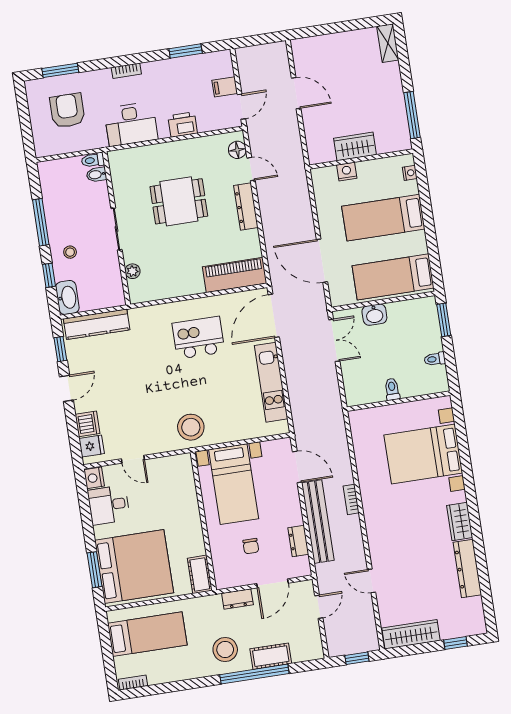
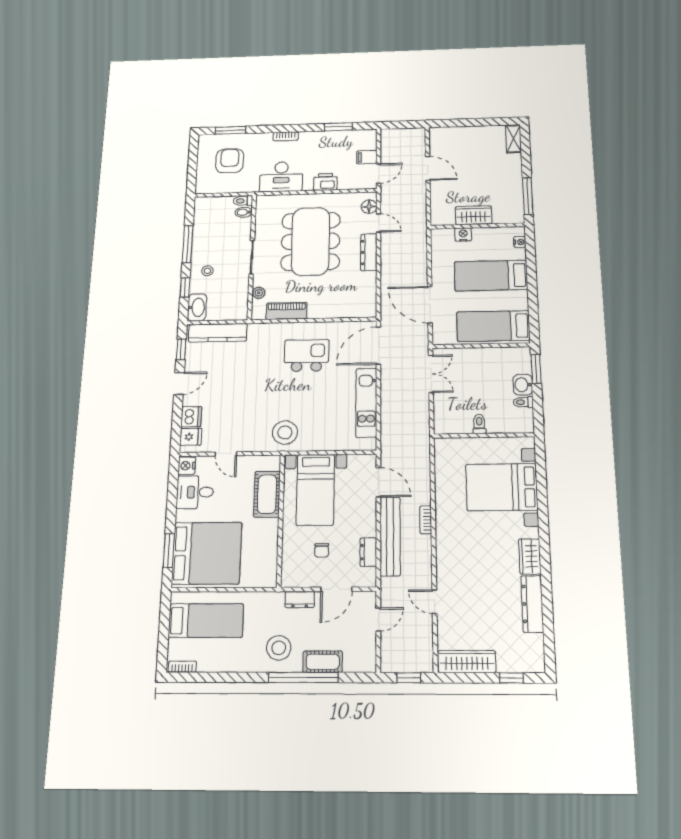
dining table: (179, 201) -> (311, 241), width x1.88, depth x1.24
piano: (235, 275) -> (287, 311), moved, width x0.73, depth x0.75
washbasin: (374, 315) -> (523, 385), moved, turned 90
cot: (200, 574) -> (267, 494), moved, width x1.37, depth x1.34

